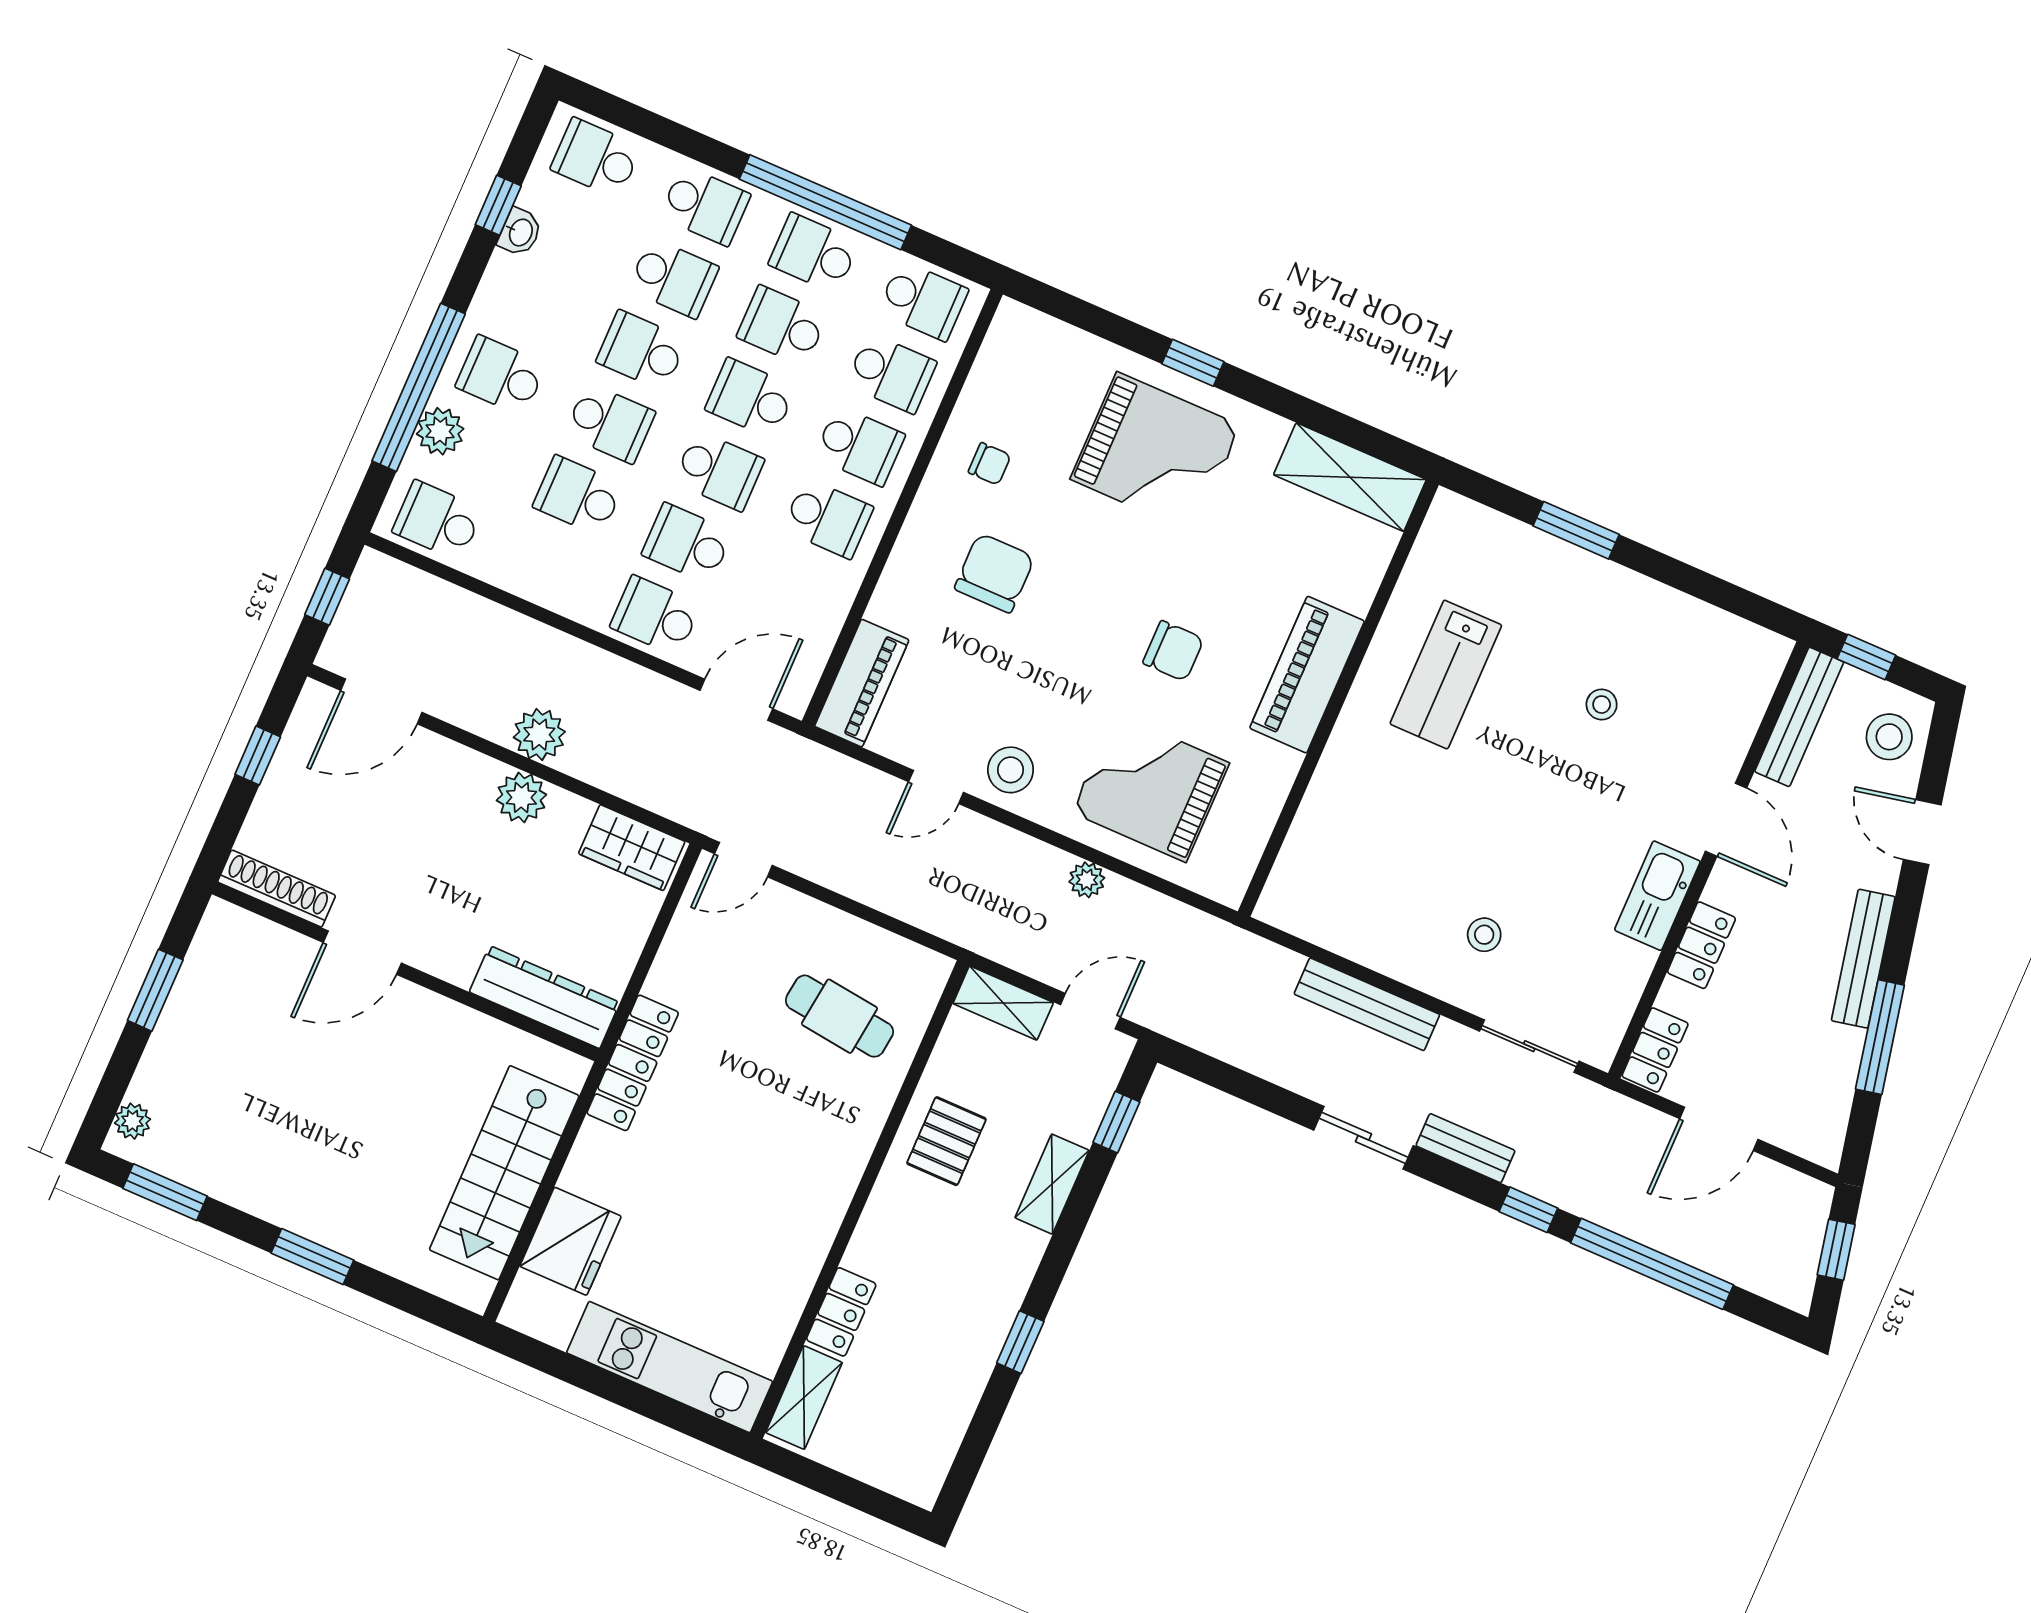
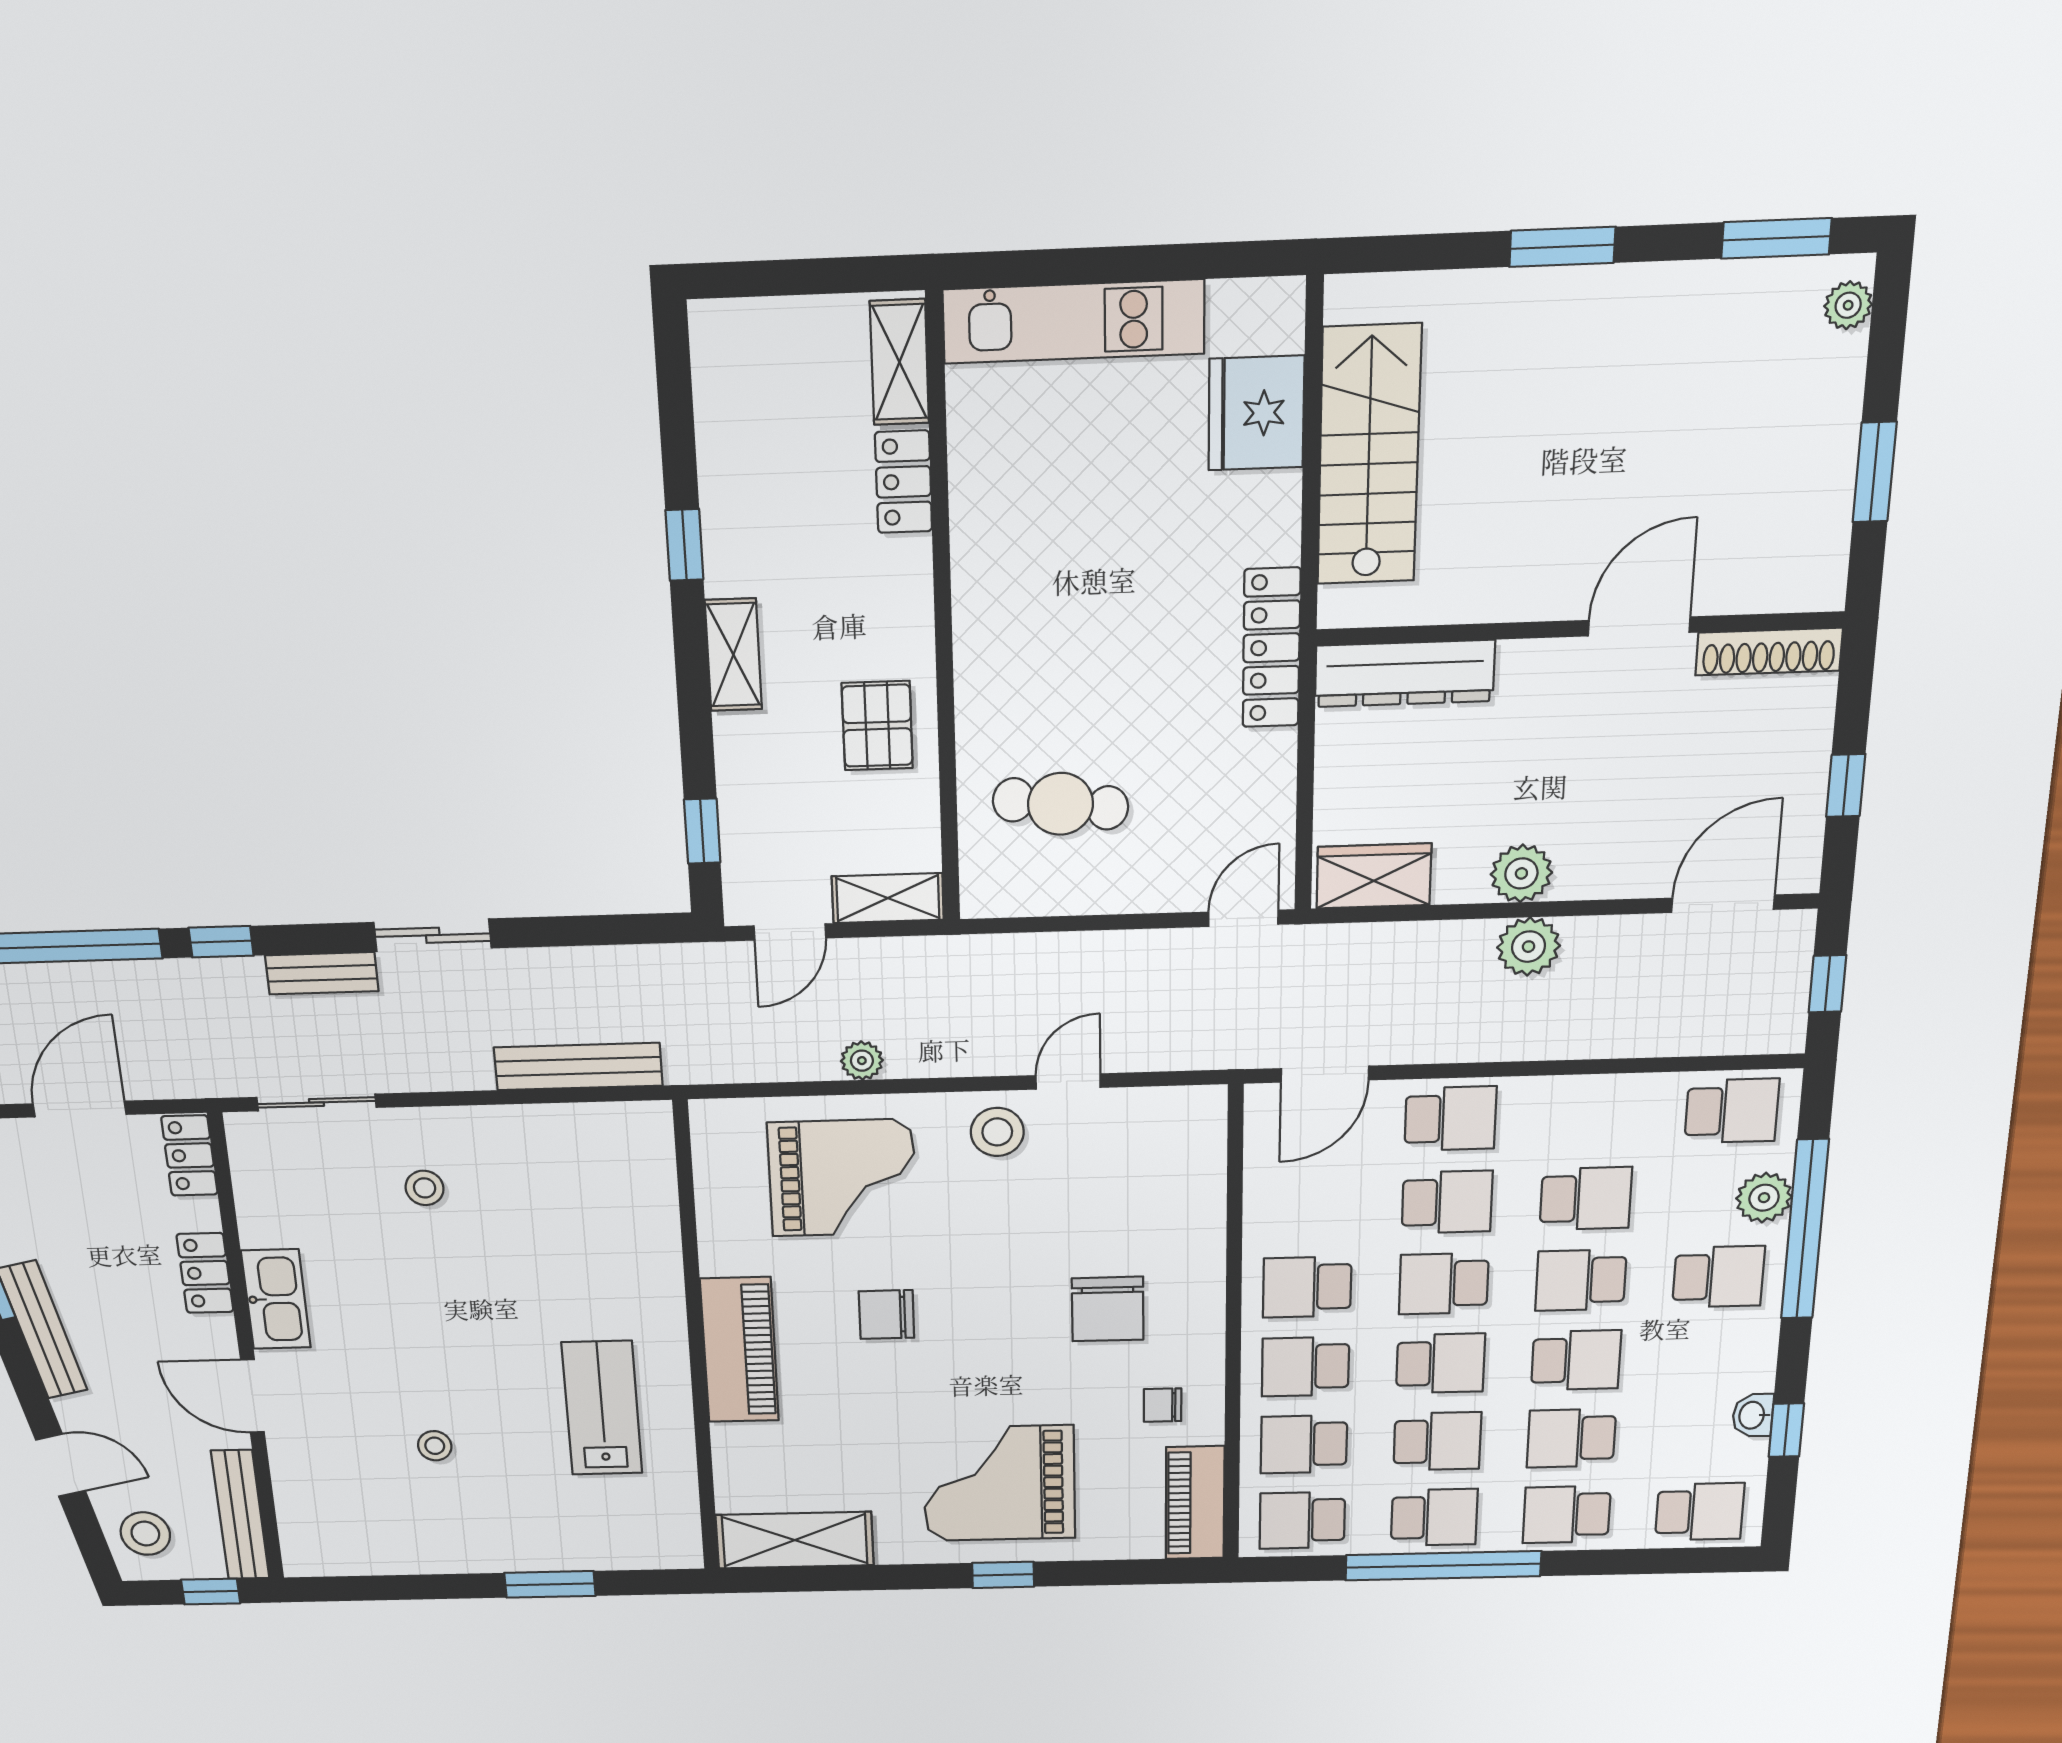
piano: (862, 683) -> (1195, 1503), moved
bench: (1367, 1004) -> (578, 1067), moved
shelving: (1052, 1184) -> (733, 655), moved

